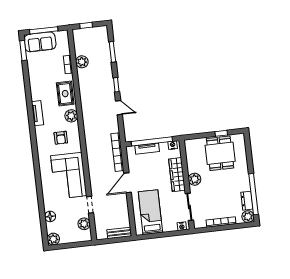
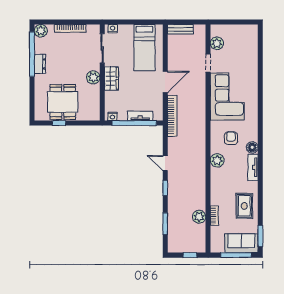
rug: (65, 94) -> (244, 206), moved
wardrobe: (177, 175) -> (111, 78), width x0.67
dresser: (247, 201) -> (40, 64), moved
floor lamp: (50, 216) -> (252, 147), moved
plant: (53, 239) -> (252, 31), removed

